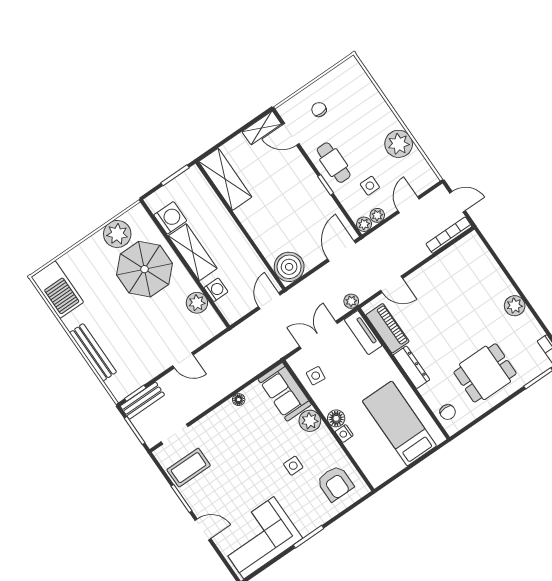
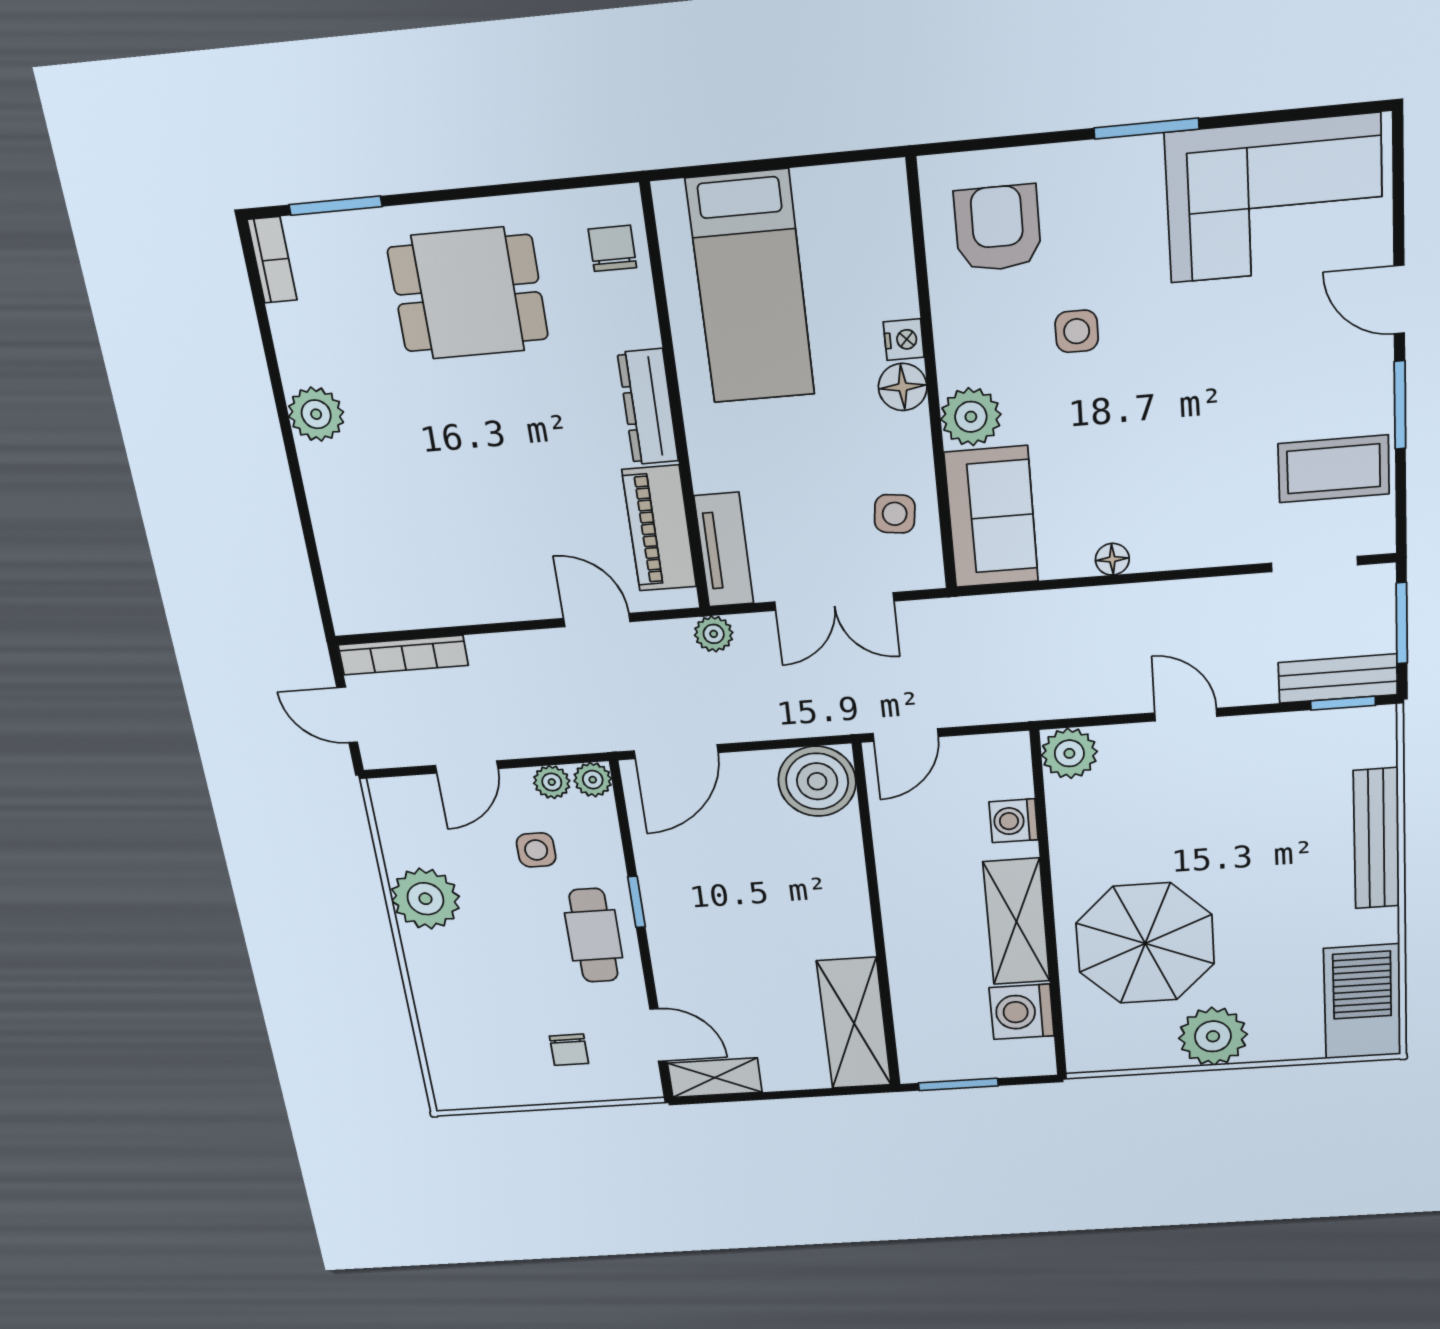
plant: (117, 234) -> (1213, 1036), moved
plant: (197, 303) -> (1069, 753), moved

